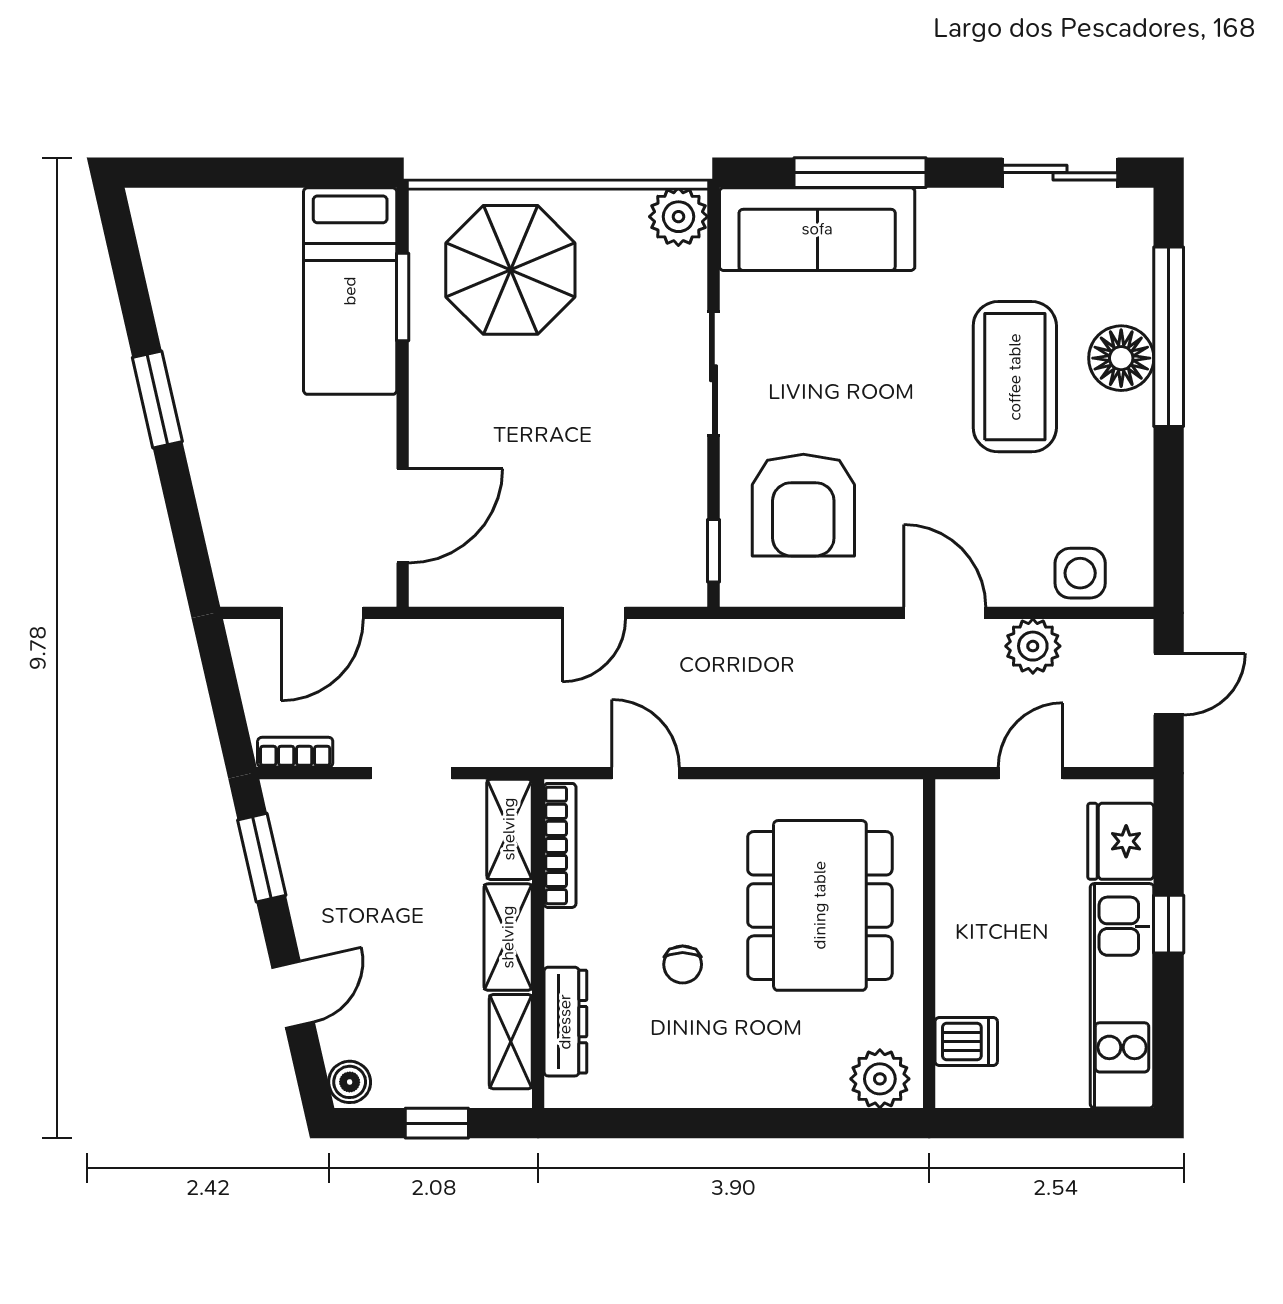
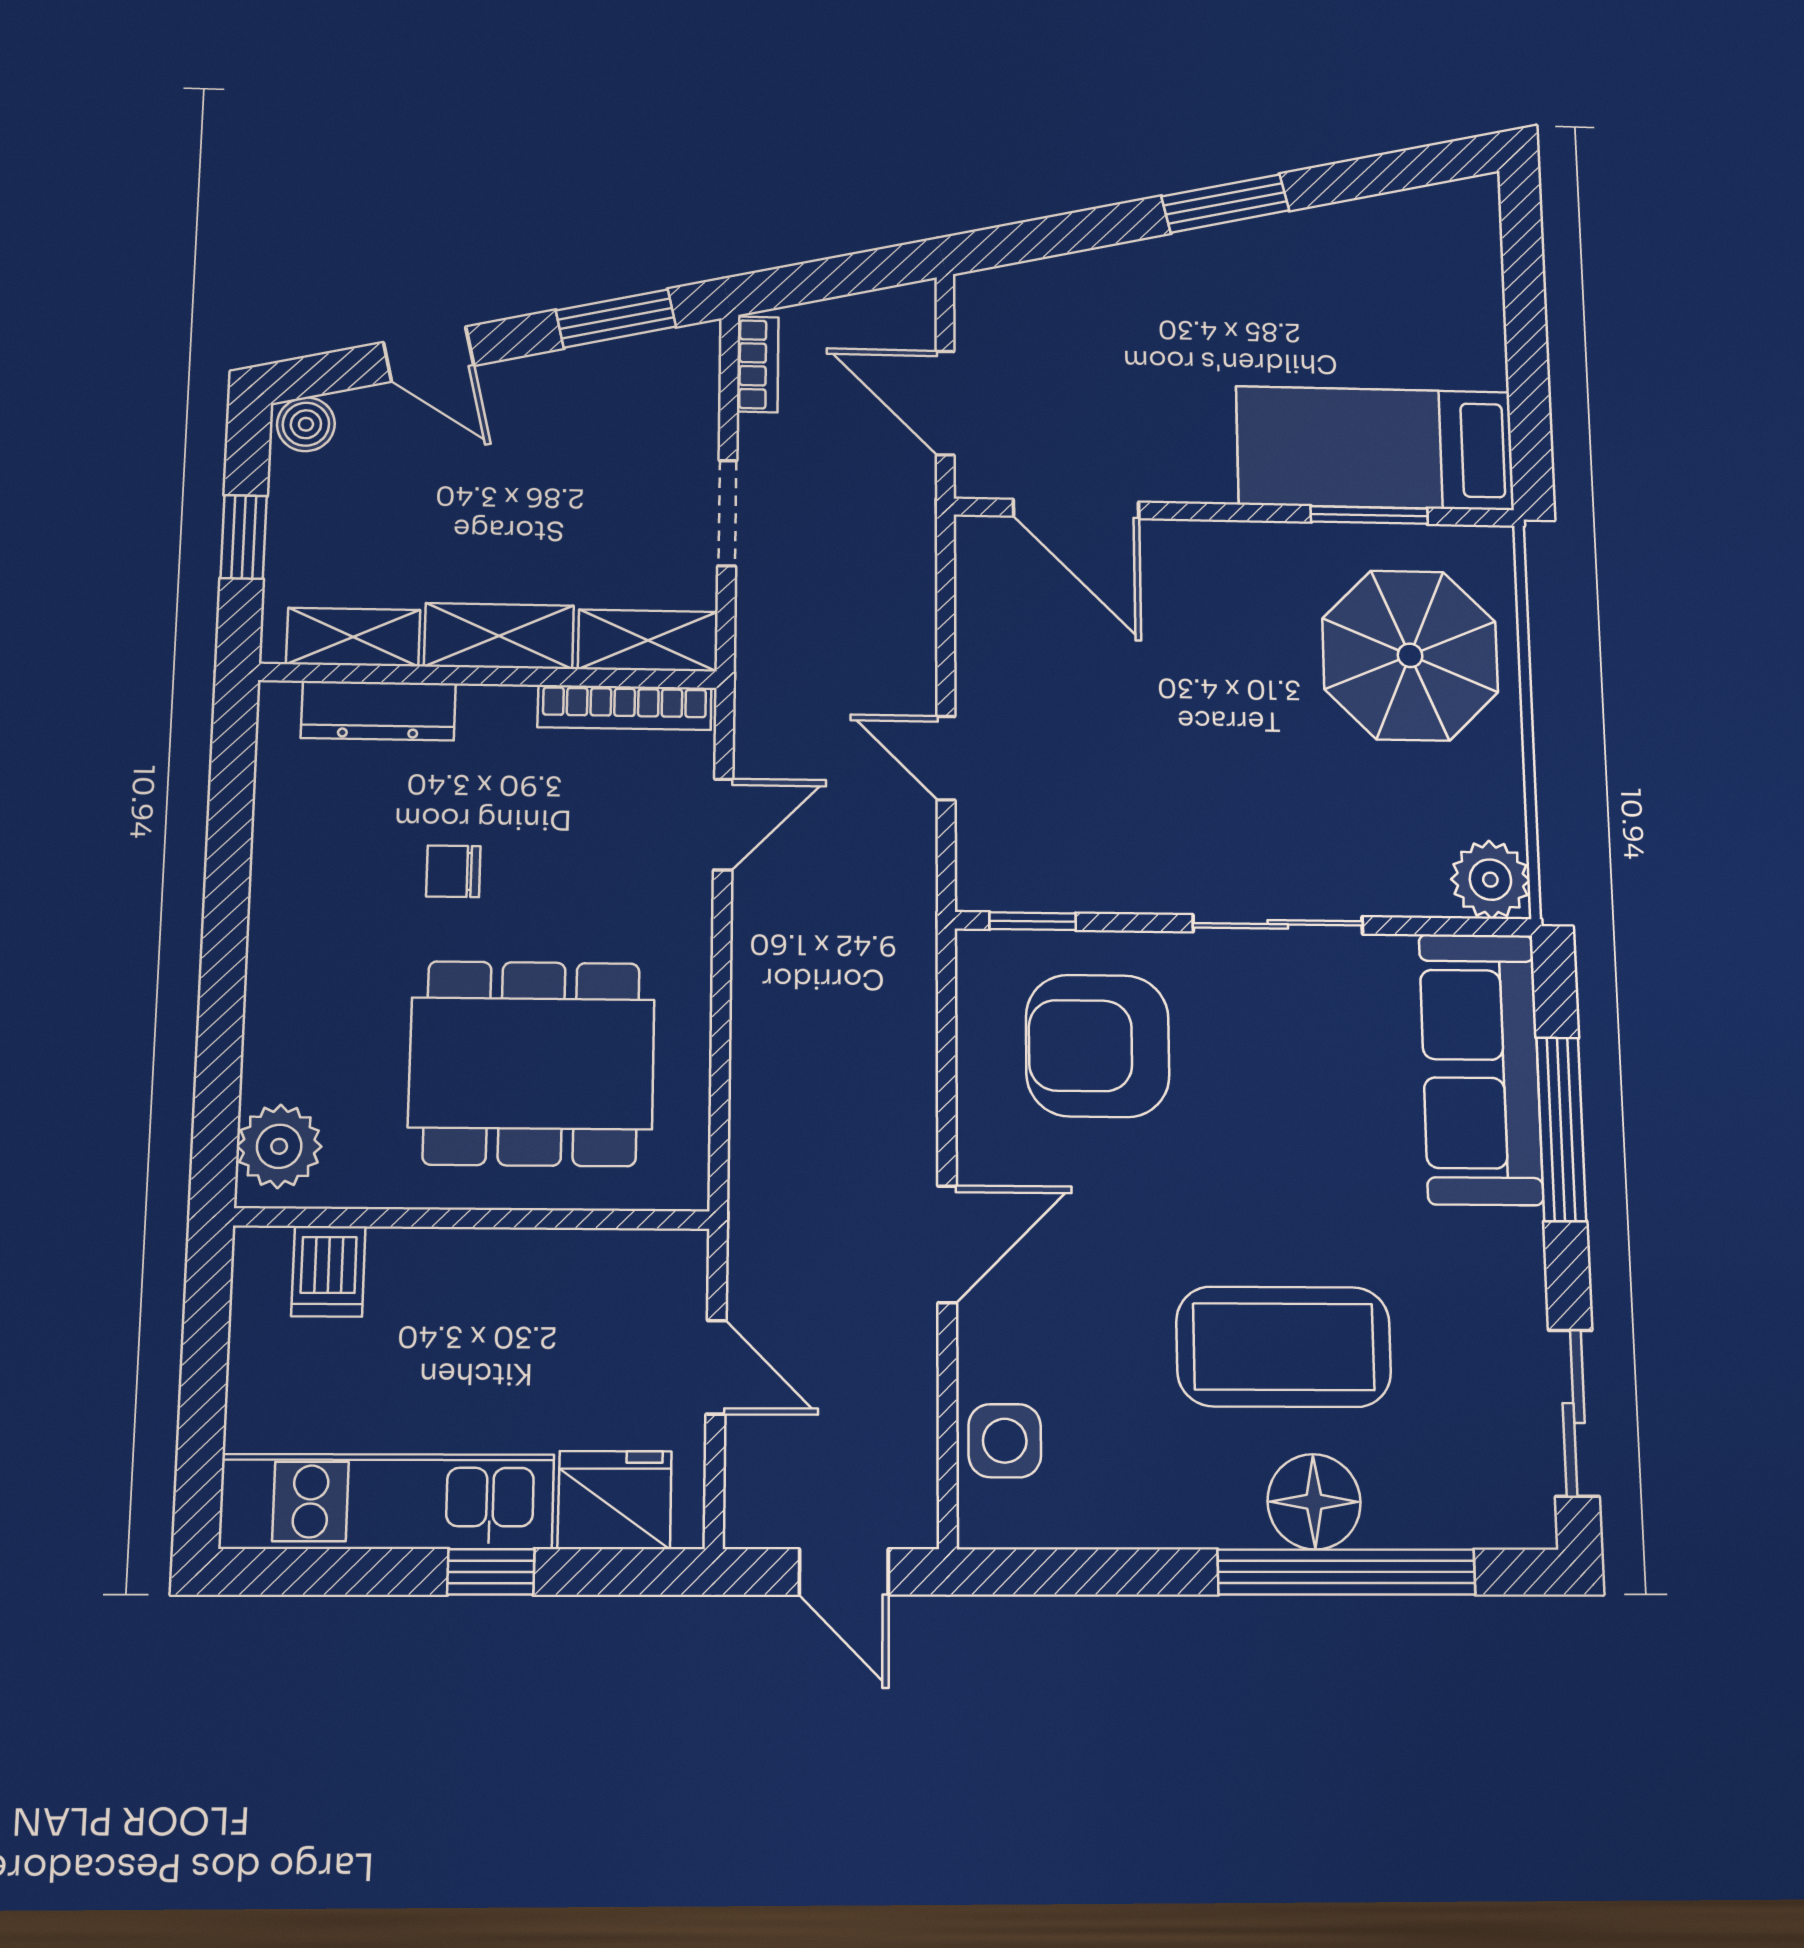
plant: (1033, 646) -> (900, 1371), removed

